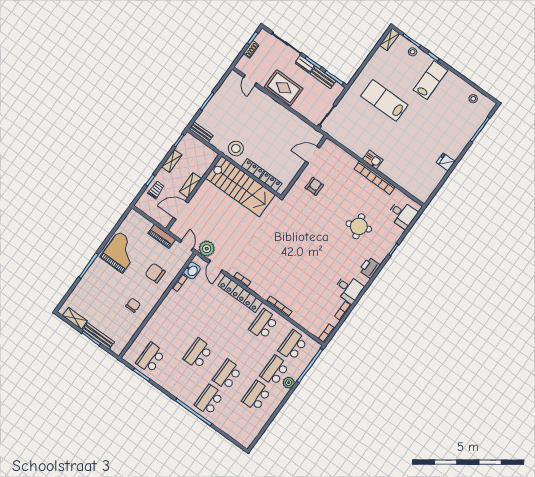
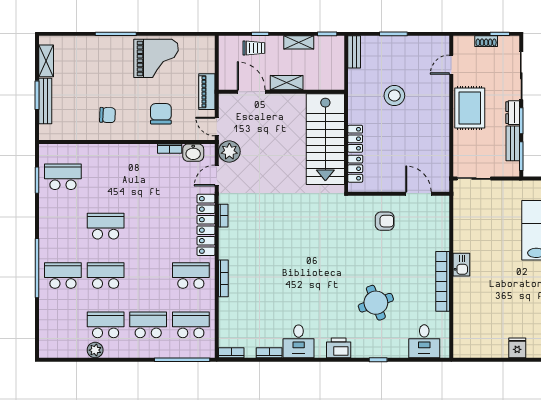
stool: (236, 148) -> (394, 96), moved
door: (187, 245) -> (217, 127), swing flipped
plant: (289, 383) -> (95, 350), moved

